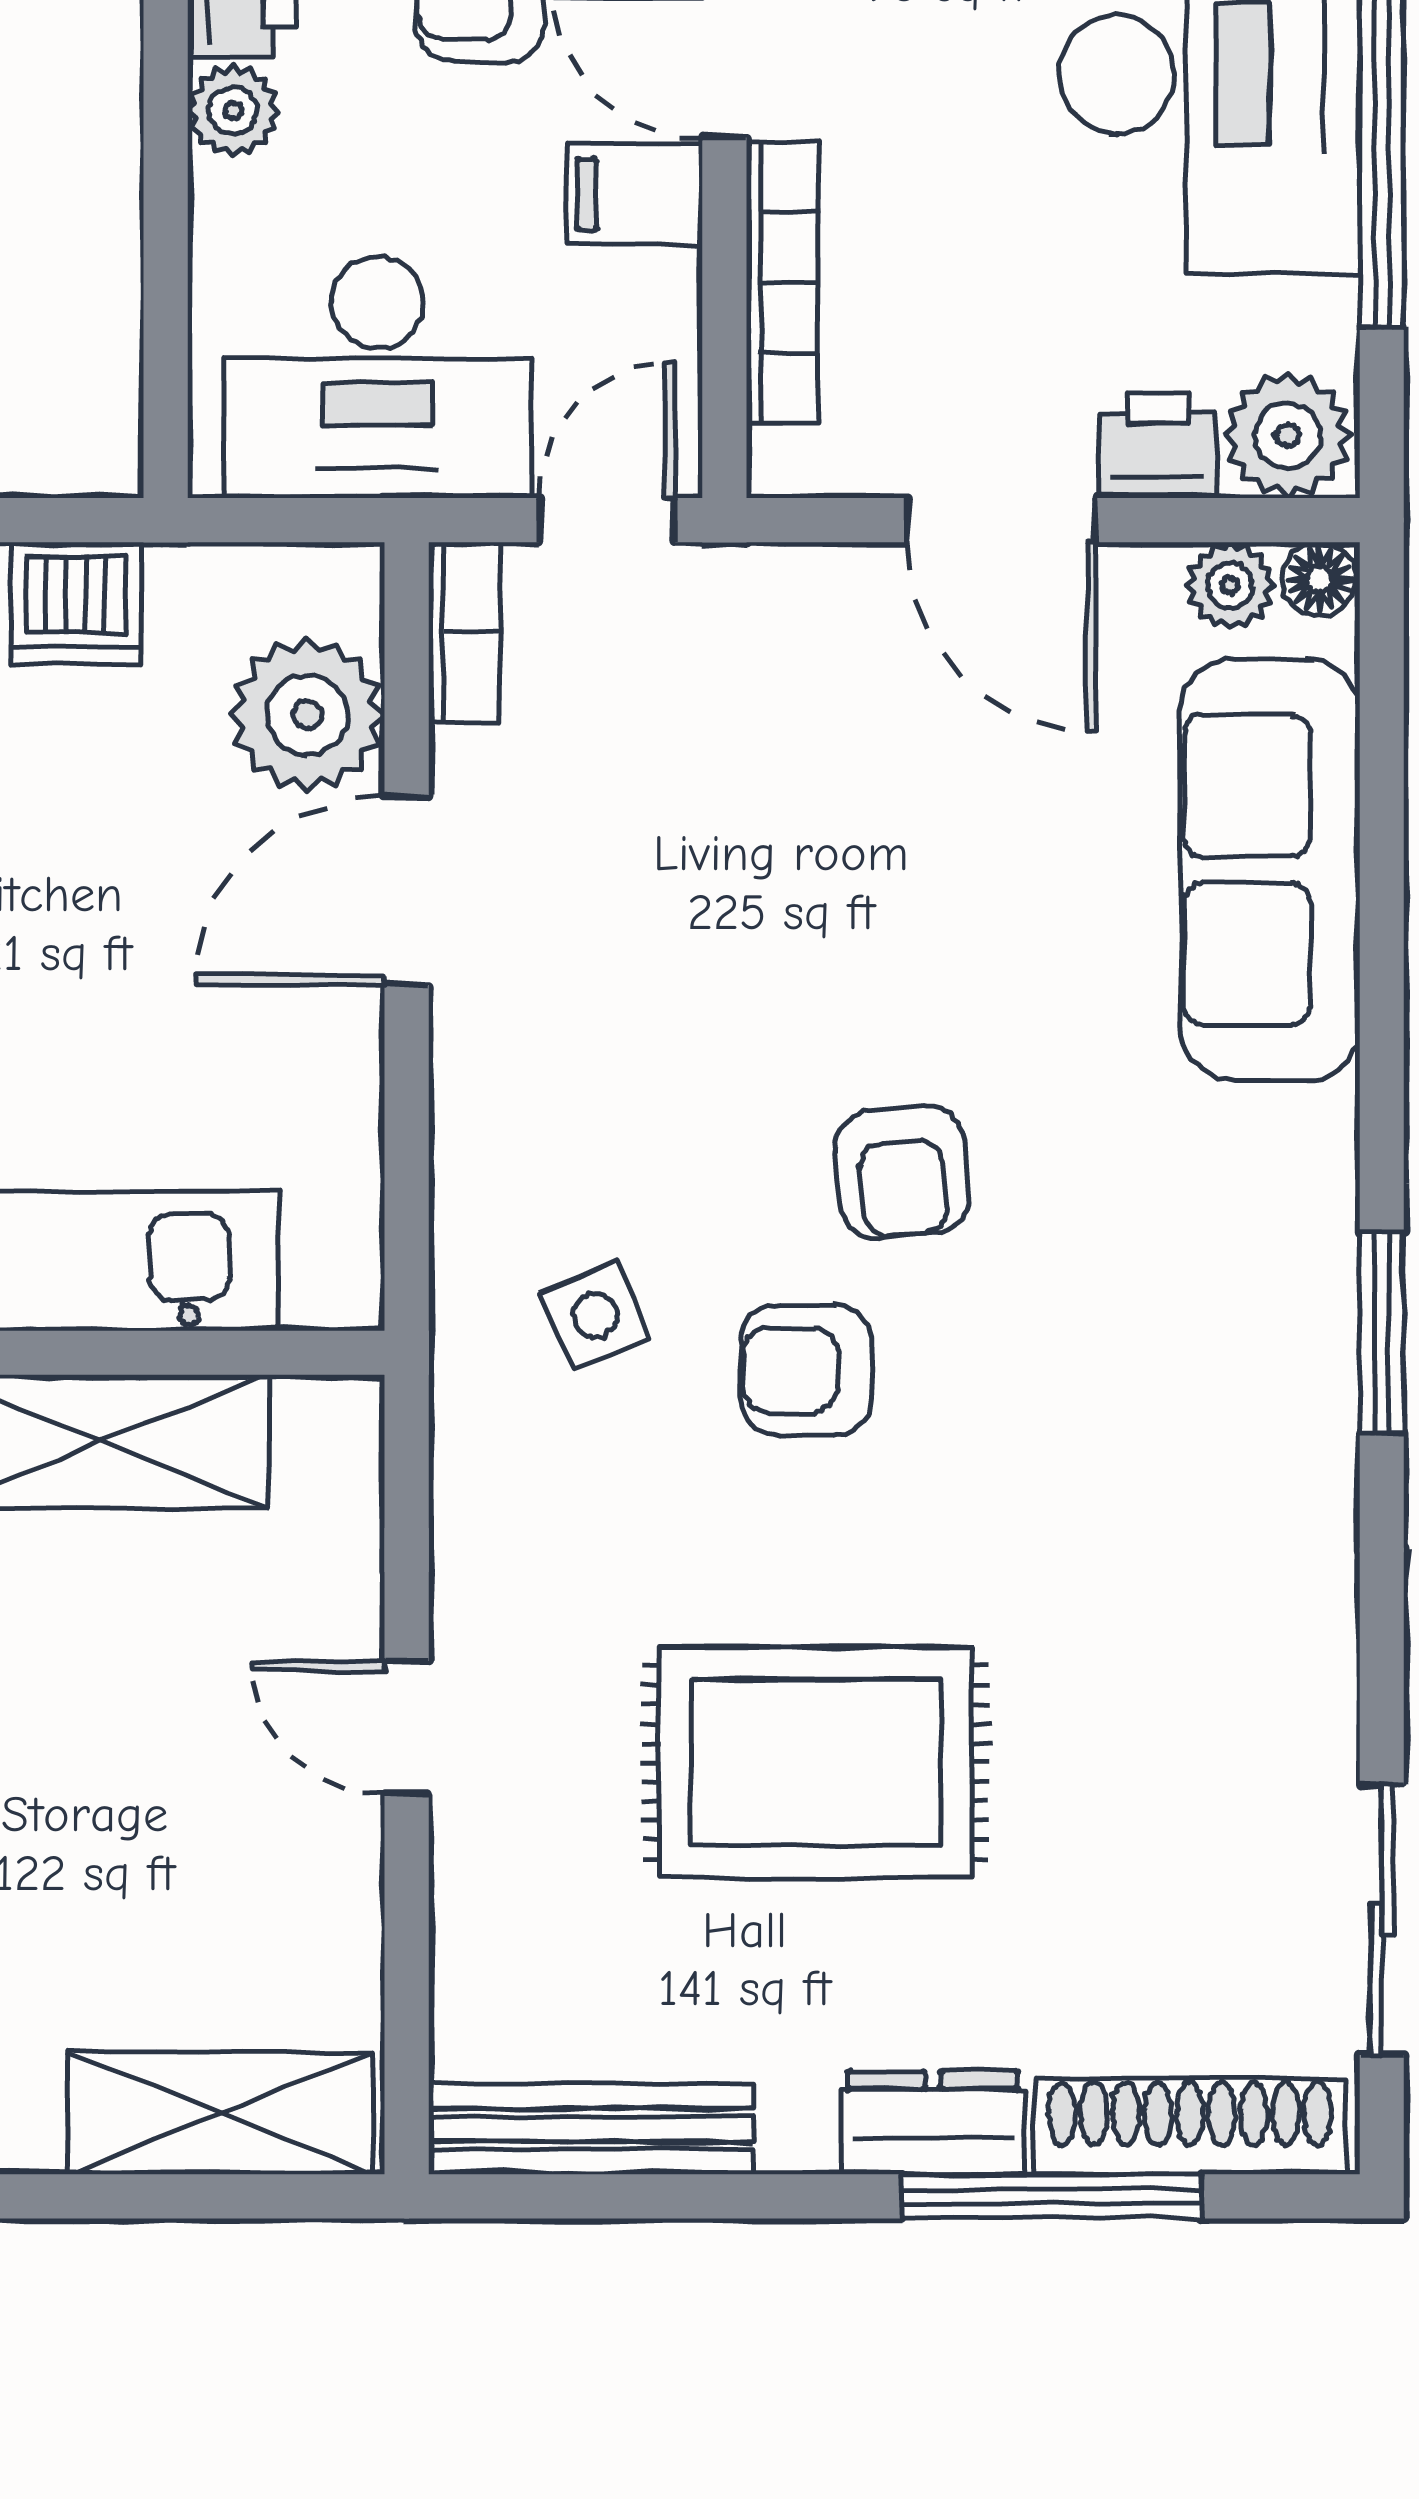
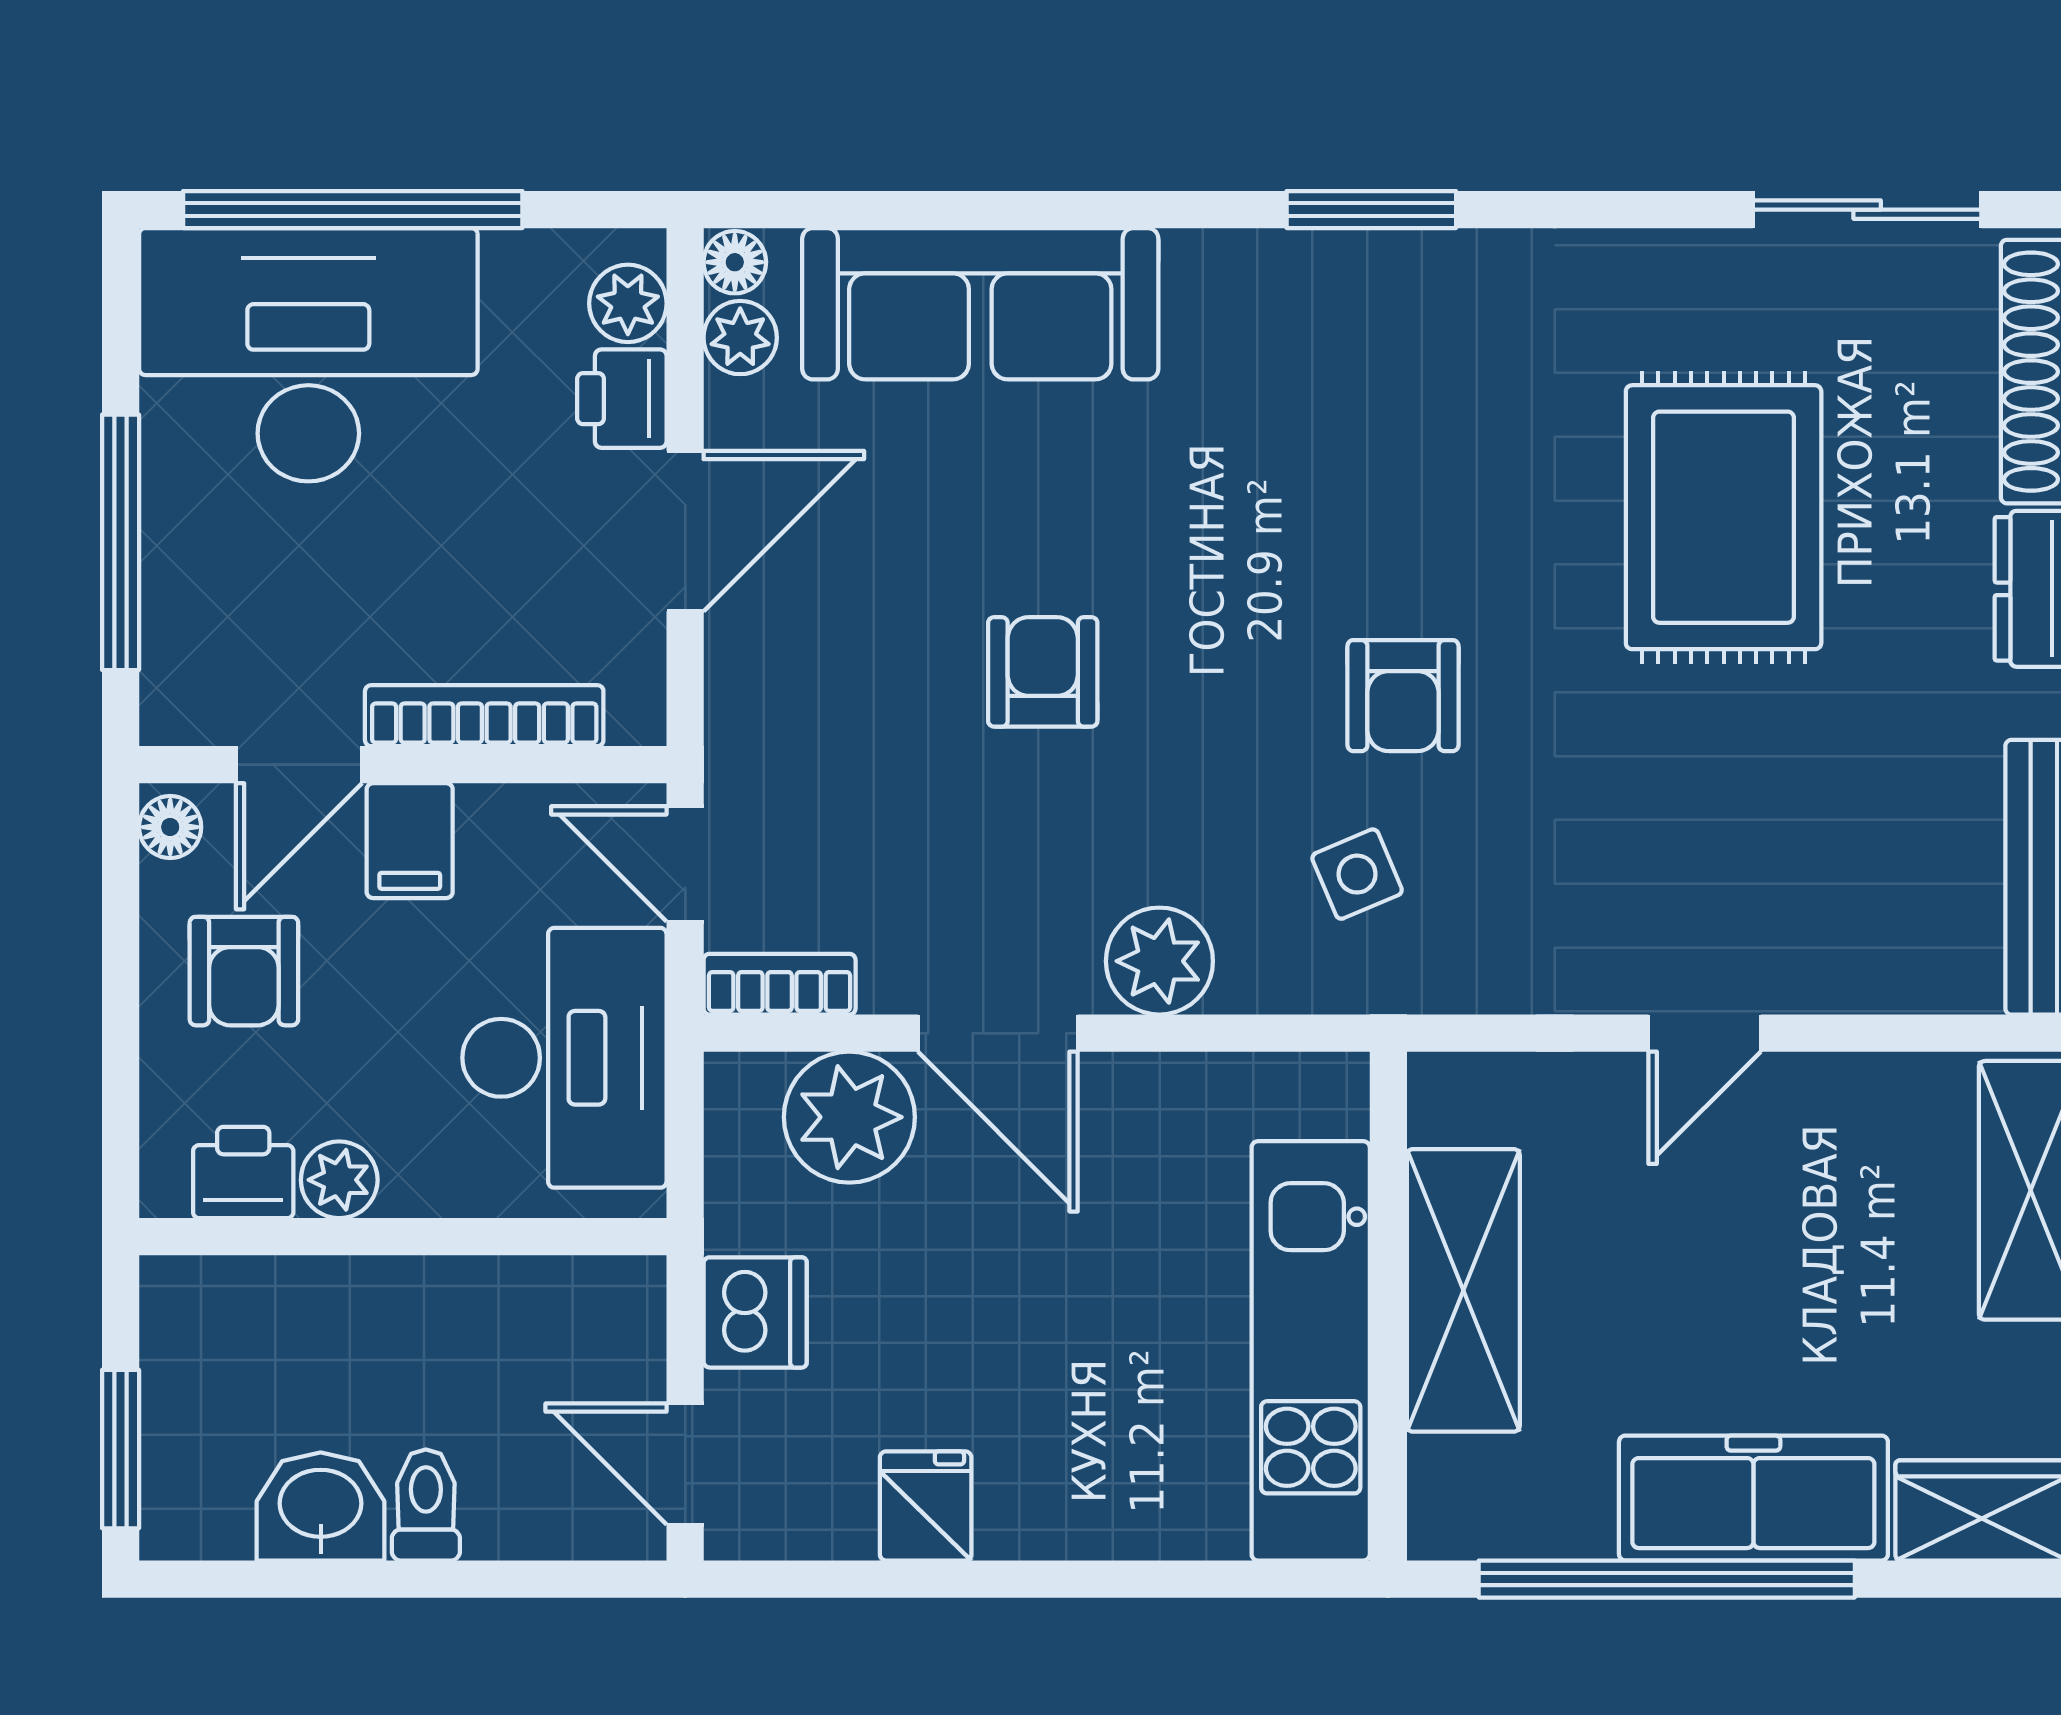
plant: (1288, 435) -> (628, 303), width x0.73, depth x0.73
plant: (492, 1082) -> (1159, 961), added
armchair: (902, 1172) -> (1043, 672), moved, turned -84
rug: (815, 1762) -> (1724, 517), moved

